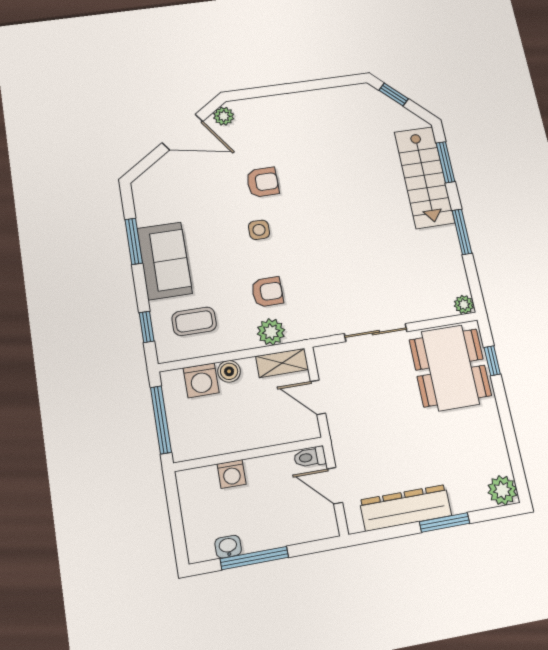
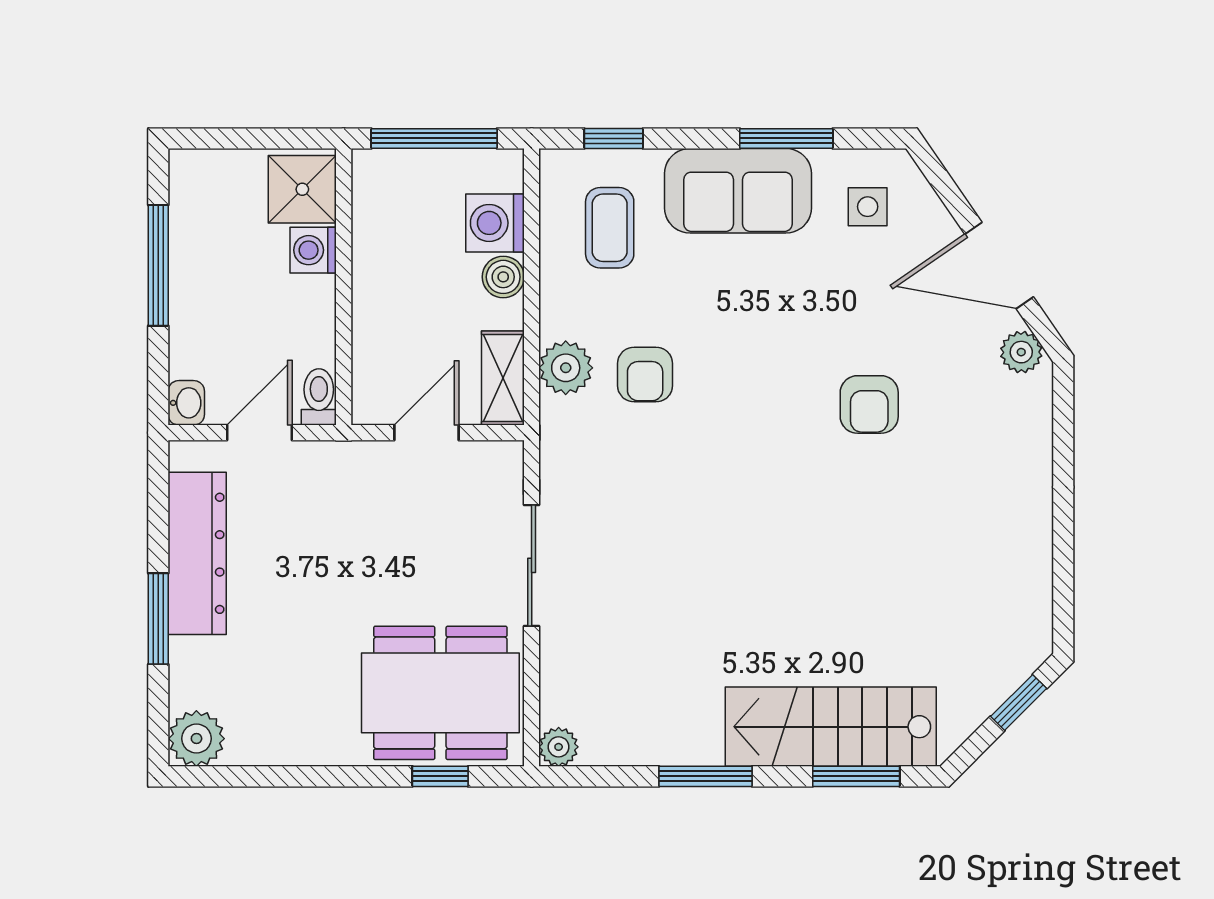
door: (182, 132) -> (999, 266), hinge flipped
side table: (259, 230) -> (868, 207), moved
shower: (199, 486) -> (302, 189), added
washbasin: (228, 547) -> (186, 403), moved

